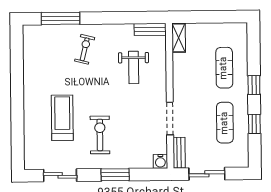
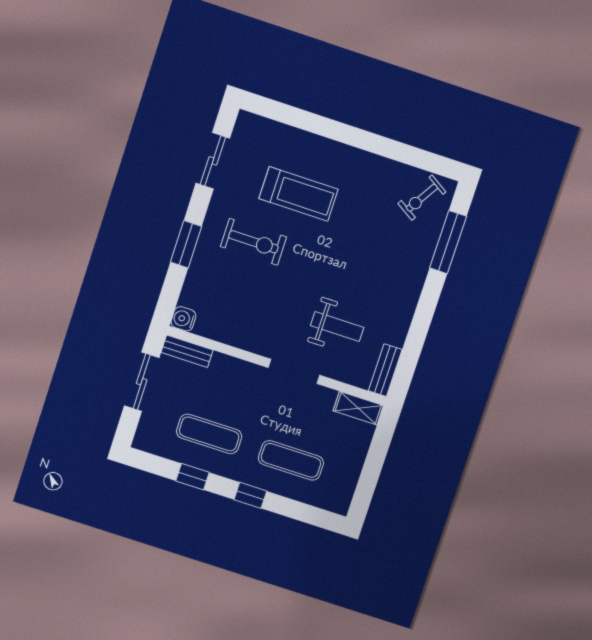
exercise bike: (85, 49) -> (422, 198), moved, turned 108
weight bench: (134, 67) -> (337, 326), turned 180
doorway: (170, 118) -> (294, 371), moved

